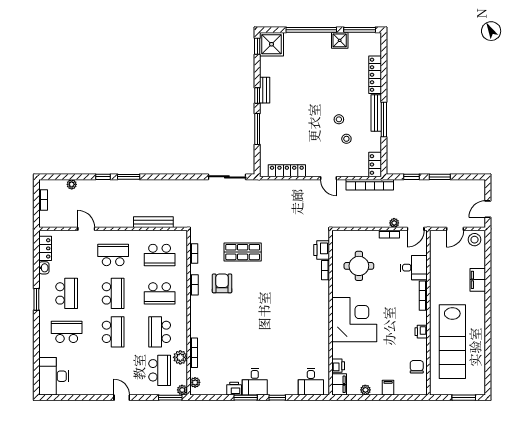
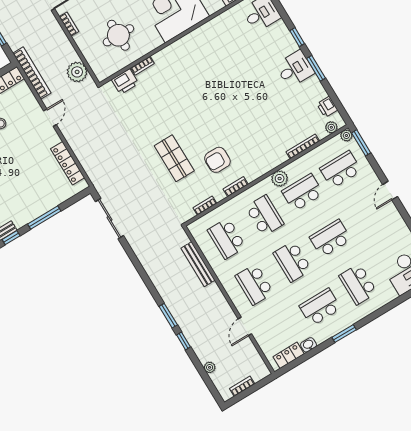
plant: (394, 223) -> (77, 72), moved, width x1.88, depth x1.88
school desk: (160, 255) -> (227, 238), turned 180
school desk: (113, 293) -> (292, 261), turned -90
school desk: (160, 332) -> (303, 193), turned 180
plant: (180, 357) -> (280, 179), moved
printer: (234, 389) -> (327, 107), moved

